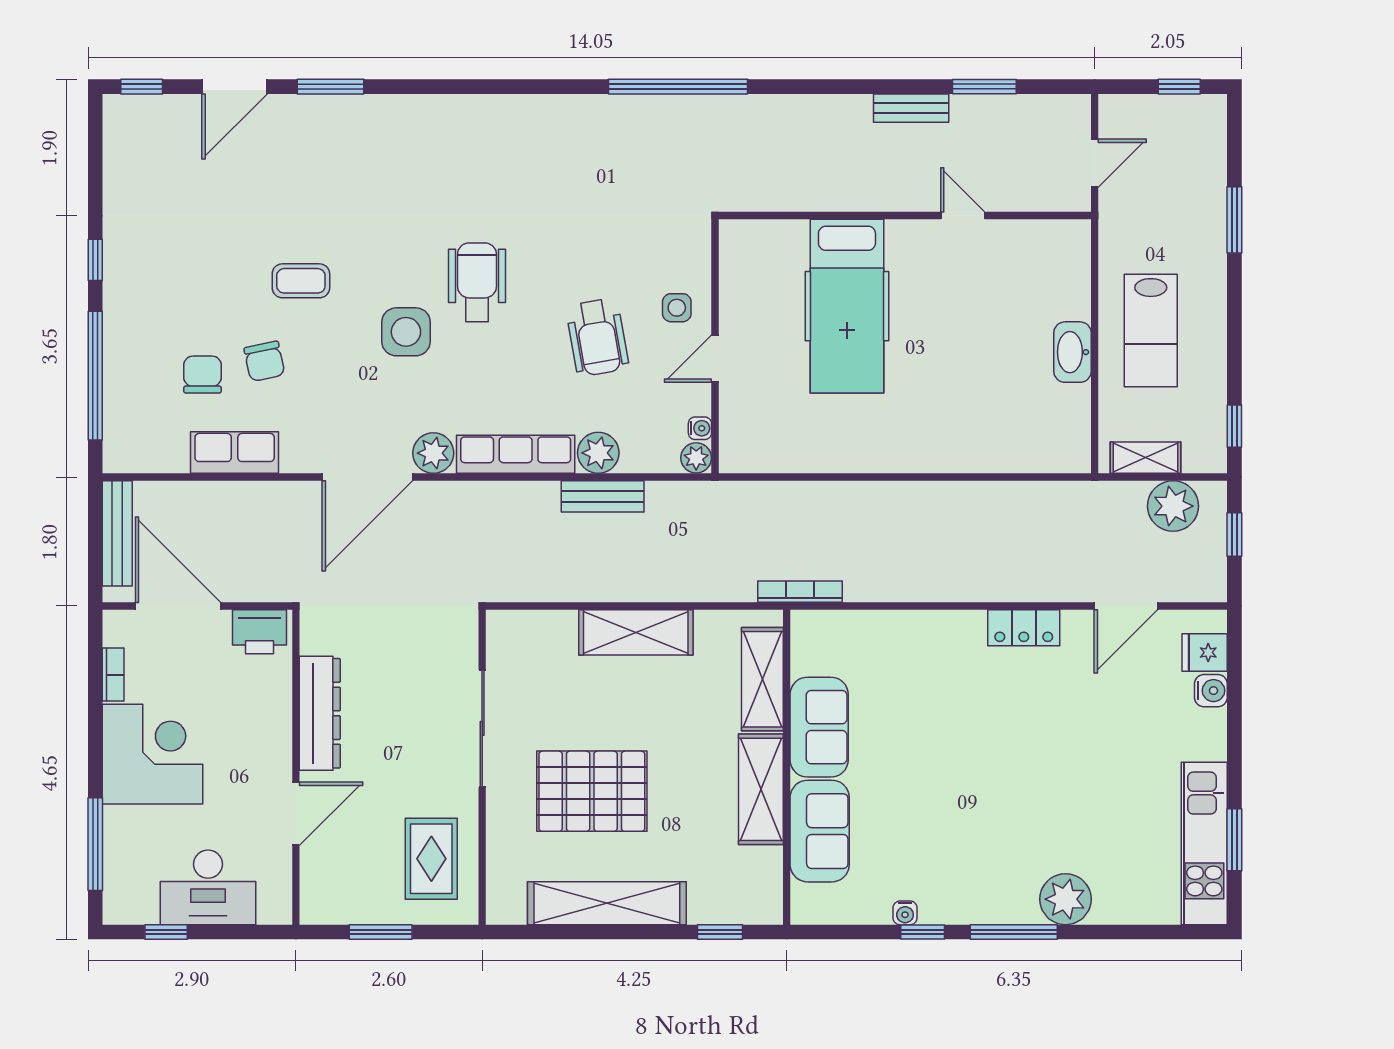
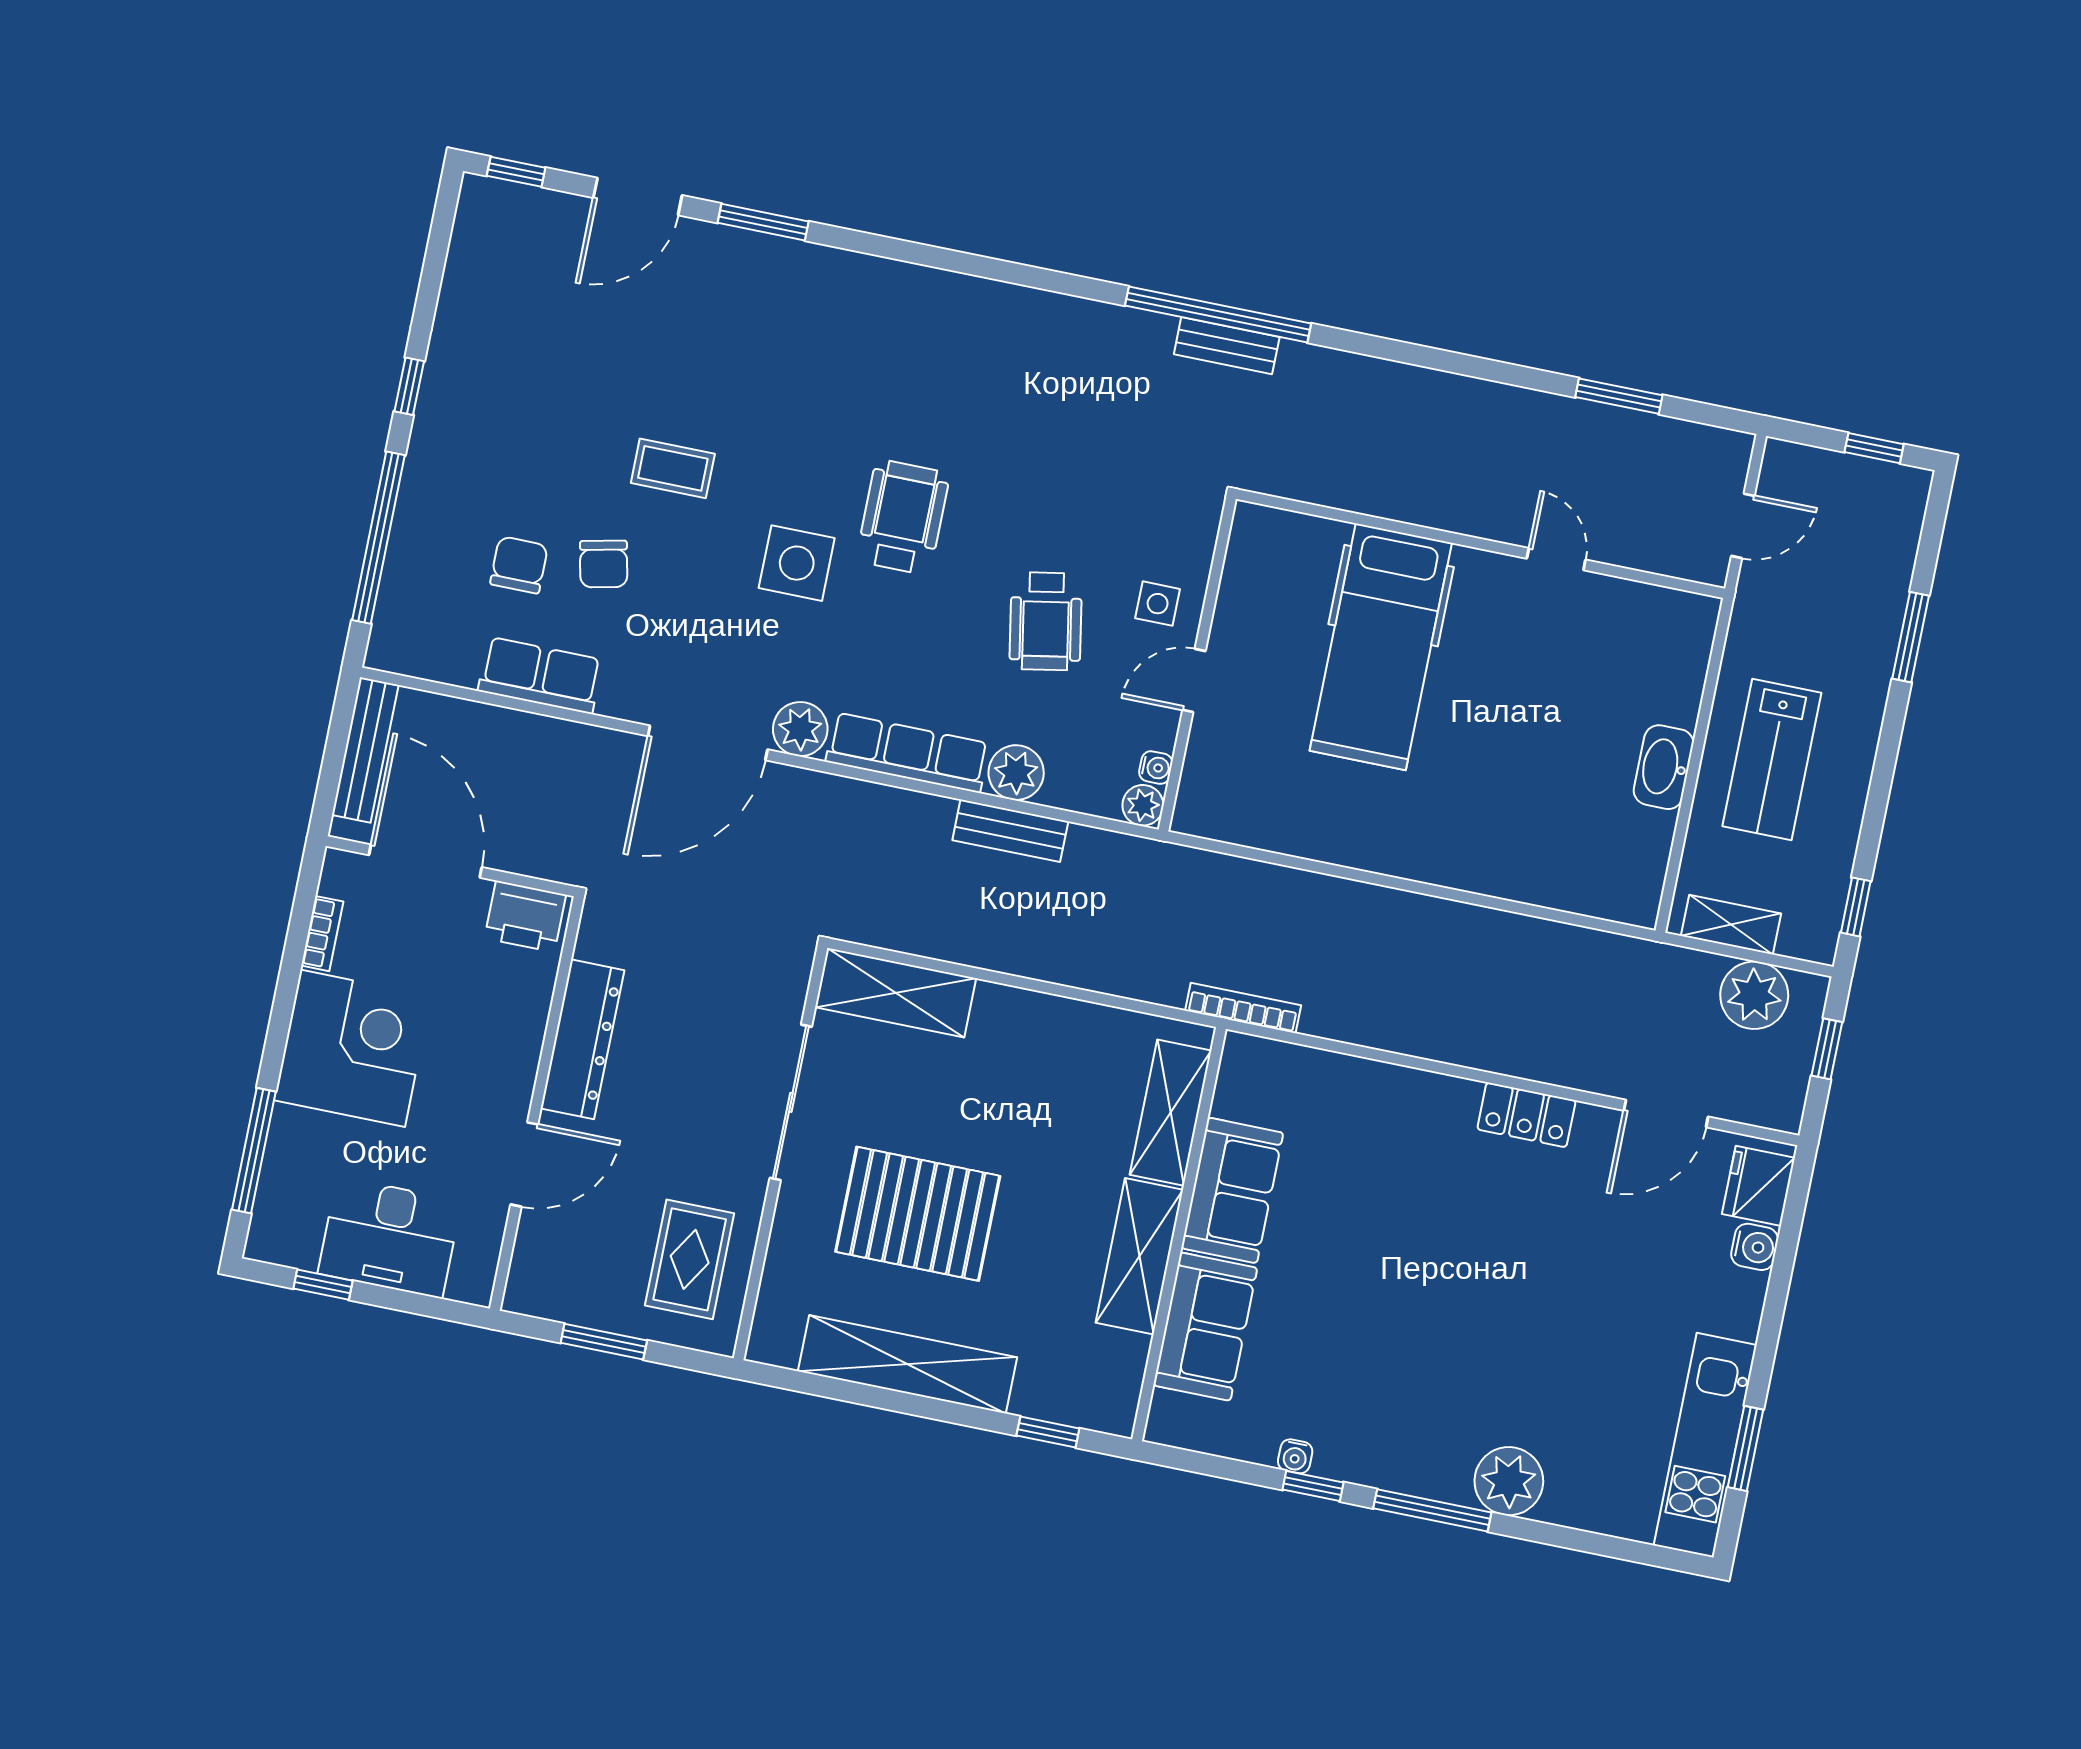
bench: (911, 108) -> (1227, 346), moved
shelving: (636, 632) -> (896, 993), moved
fridge: (1205, 652) -> (1758, 1186), width x1.38

